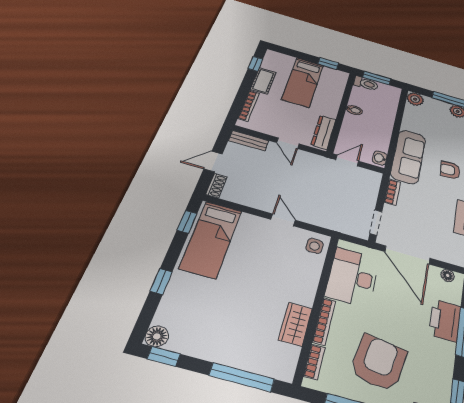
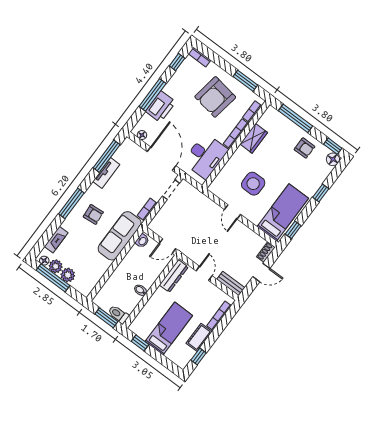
plant: (415, 99) -> (68, 275), moved
side table: (315, 246) -> (253, 184), moved, width x1.87, depth x1.87
armchair: (210, 337) -> (304, 148), added

